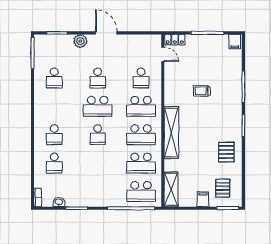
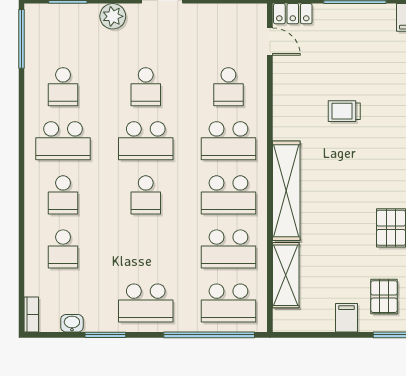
school desk: (54, 106) -> (63, 141), added
shelving: (171, 189) -> (286, 275), moved
school desk: (98, 191) -> (146, 303), added

